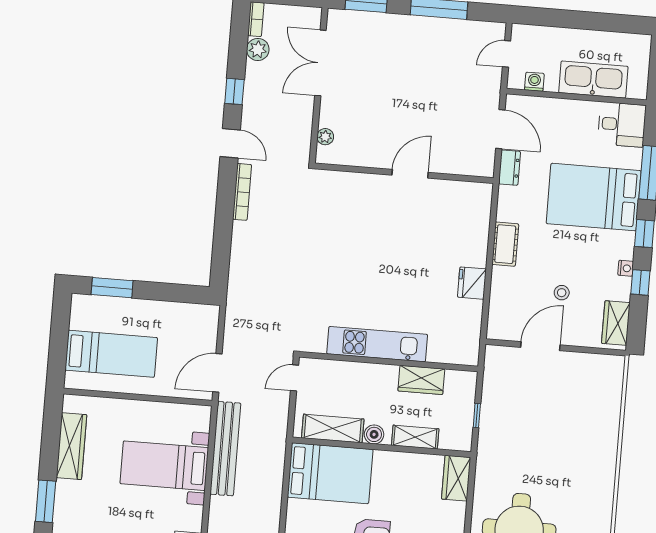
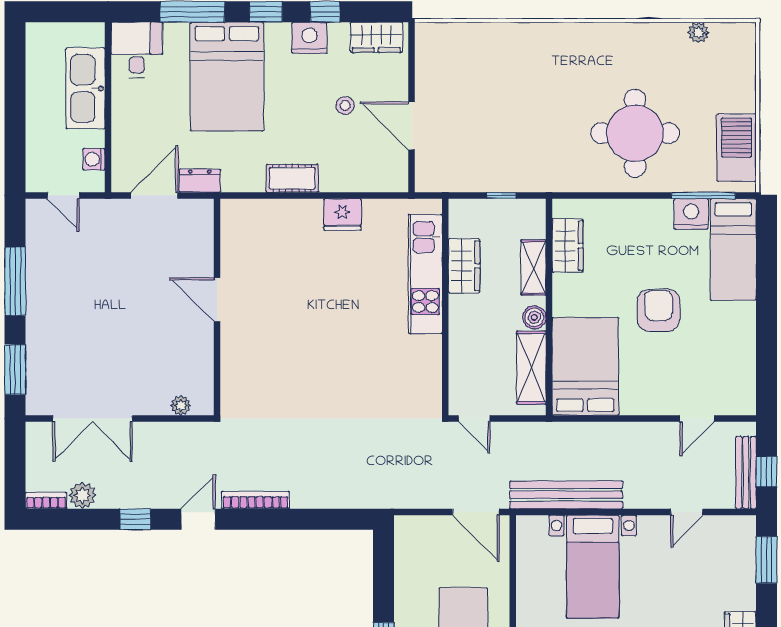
nightstand: (626, 268) -> (309, 38), width x1.89, depth x1.79
kitchen unit: (377, 344) -> (425, 274), moved
wardrobe: (456, 478) -> (568, 246), moved, turned -90

